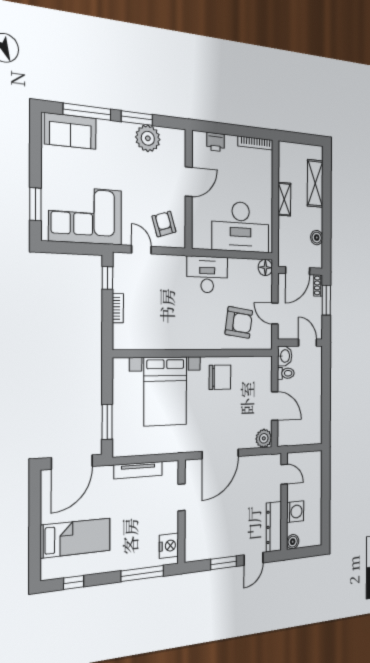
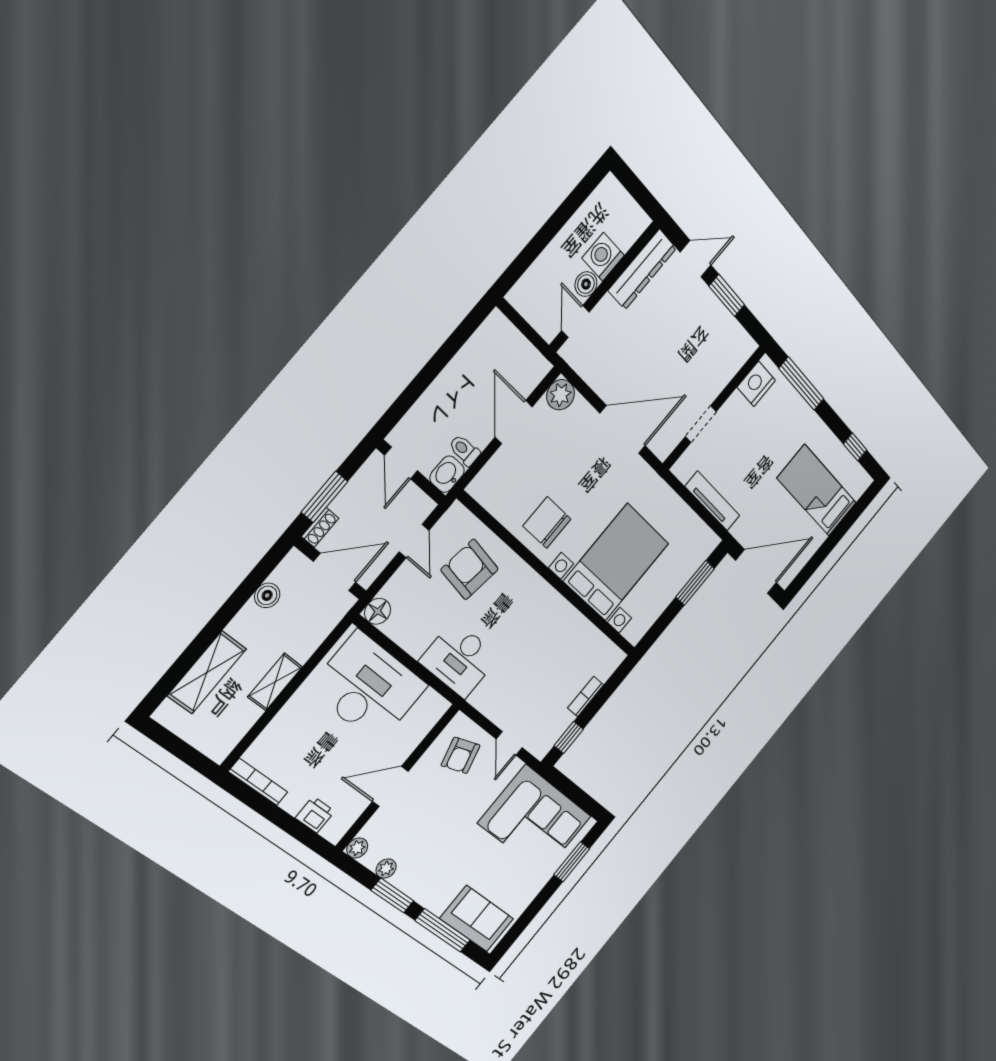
plant: (179, 136) -> (357, 848), added
plant: (148, 138) -> (386, 868), width x0.53, depth x0.53
boiler: (293, 542) -> (586, 284), moved

